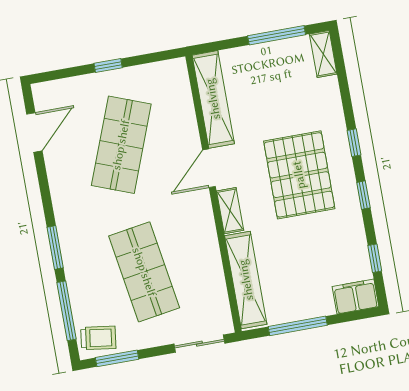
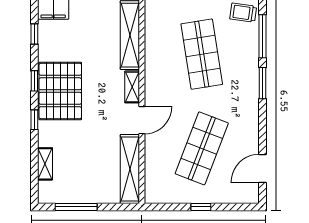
shelving: (323, 54) -> (45, 164), moved
pallet: (299, 175) -> (60, 91), moved

